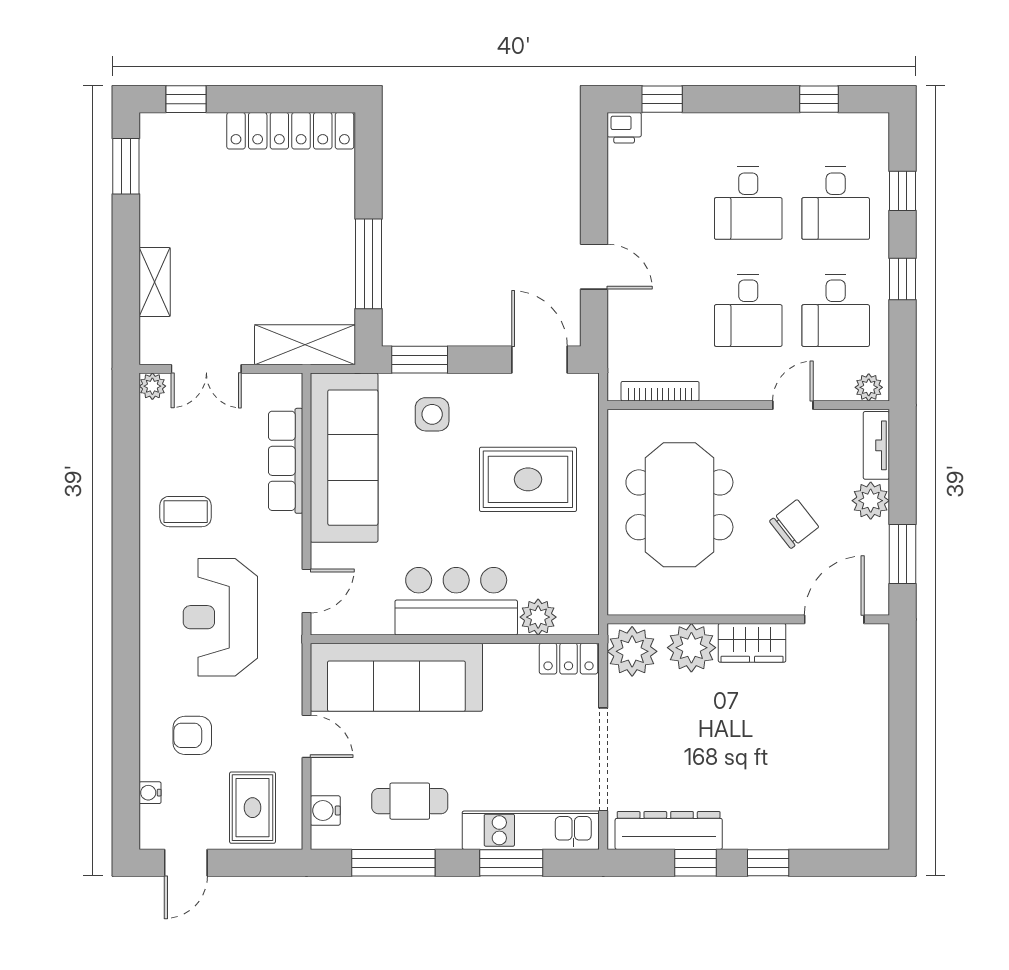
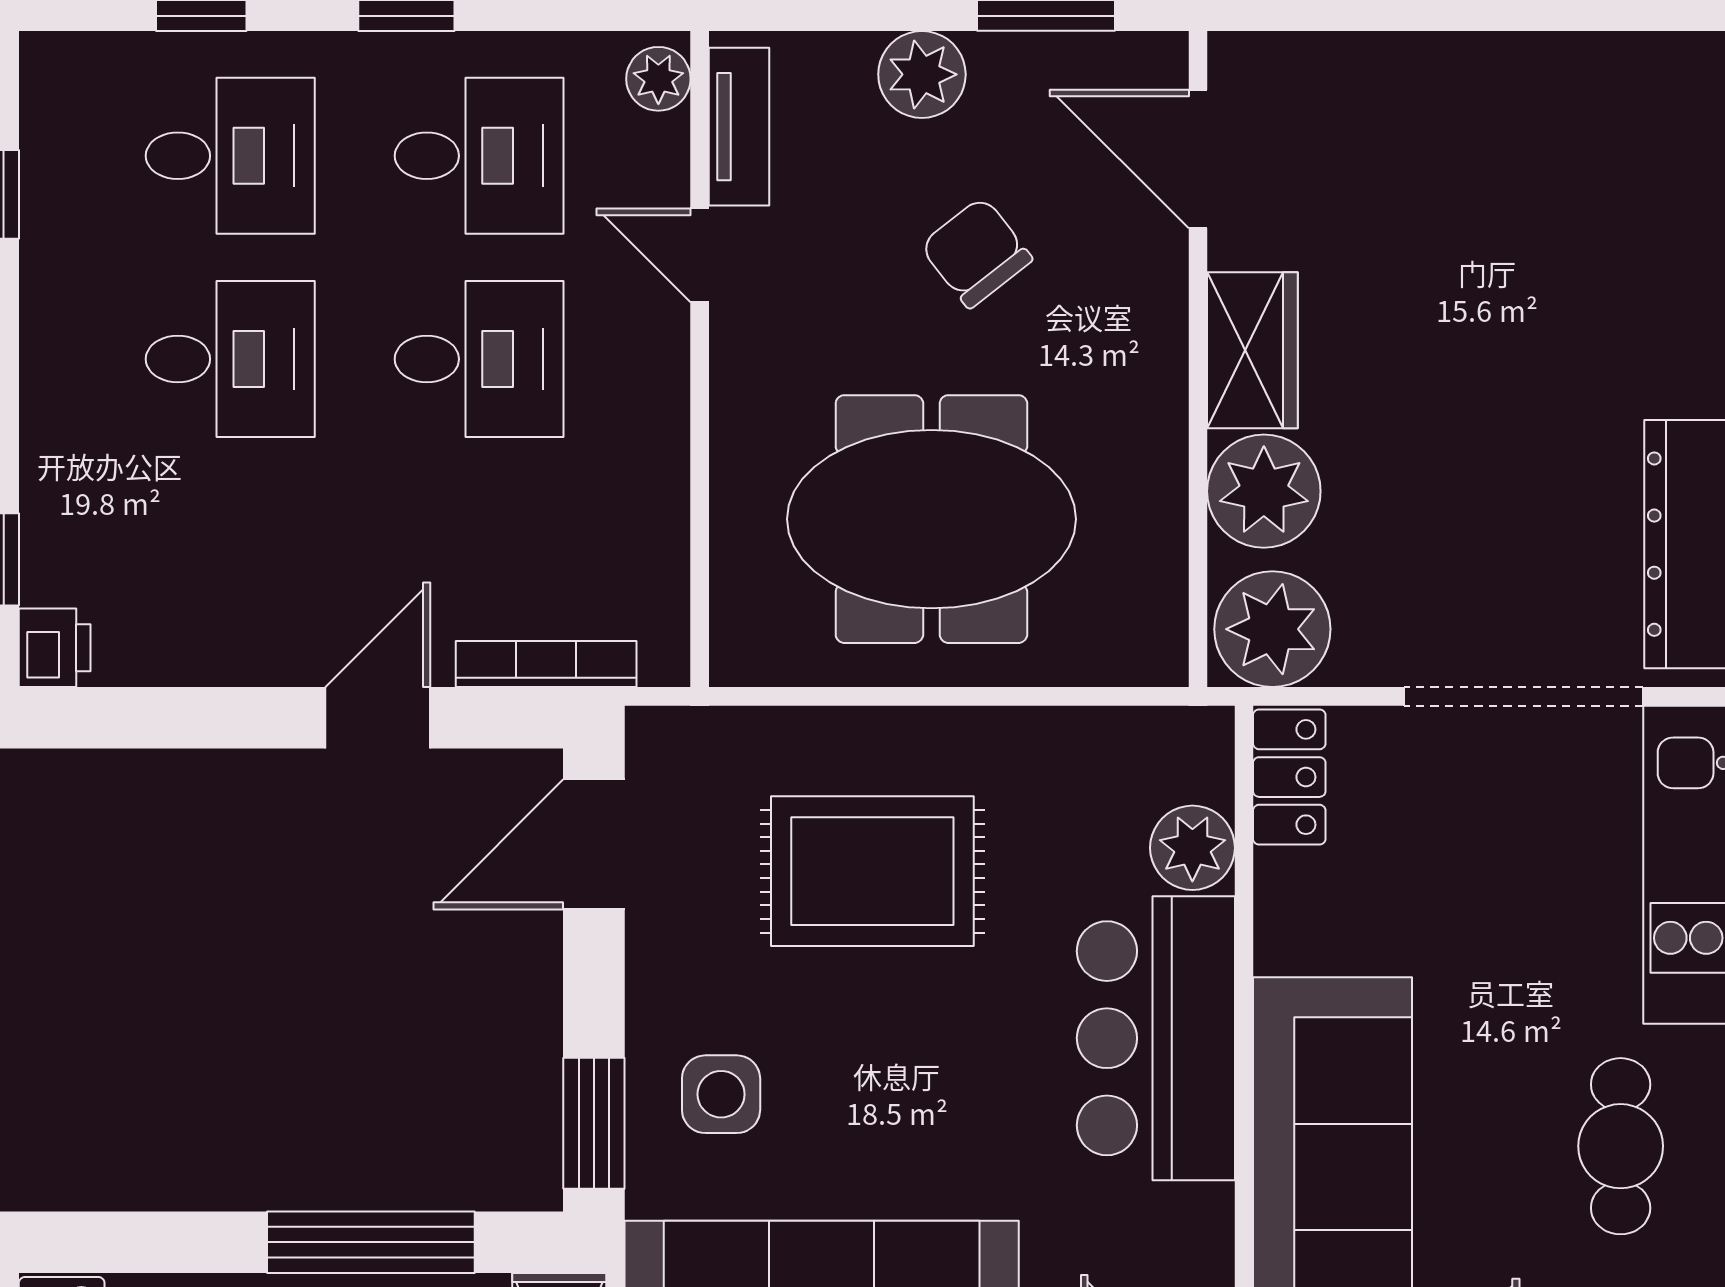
bookcase: (660, 391) -> (546, 664), moved, turned 90
tv unit: (876, 445) -> (739, 127), moved, turned -90
rug: (528, 479) -> (872, 871), turned 90

